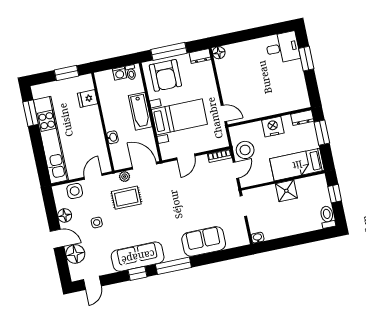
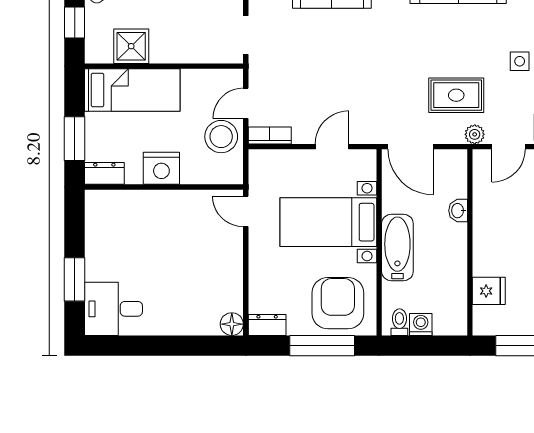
plant: (125, 177) -> (475, 134), moved
shower: (286, 191) -> (131, 46), moved

